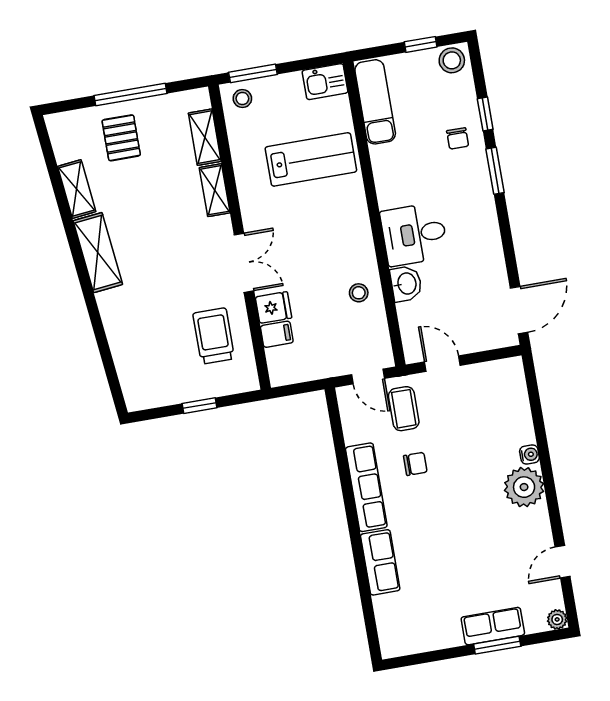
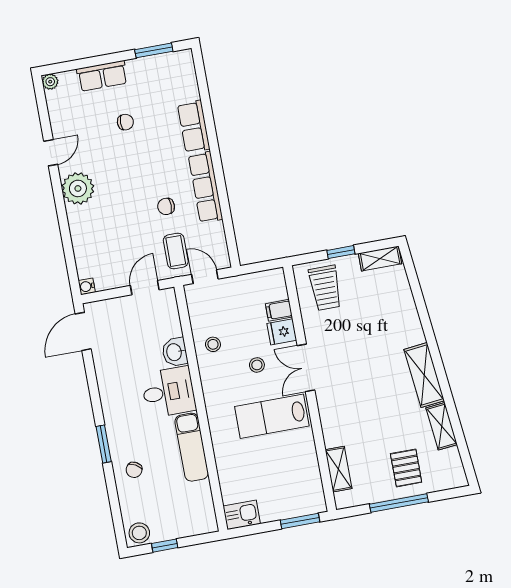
stool: (242, 99) -> (257, 365), moved
exam couch: (375, 102) -> (192, 447), moved
window: (485, 114) -> (112, 490), removed
chair: (458, 138) -> (134, 470), turned -151
lab bench: (311, 159) -> (272, 416), moved
shelving: (215, 190) -> (380, 258), moved, turned 90
trolley: (214, 336) -> (325, 288), moved
door: (442, 364) -> (145, 288), swing flipped
water cooler: (529, 455) -> (87, 286), moved
door: (563, 562) -> (51, 153), moved
chair: (465, 569) -> (125, 122), added
window: (497, 645) -> (154, 50), moved

